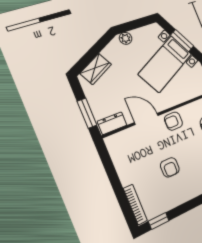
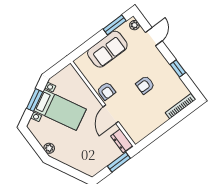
wardrobe: (96, 69) -> (82, 165), removed
armchair: (170, 167) -> (145, 85), turned 180
window: (159, 221) -> (178, 69), moved

